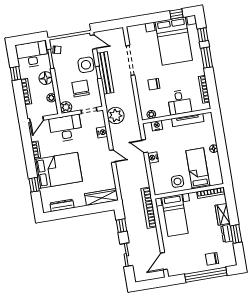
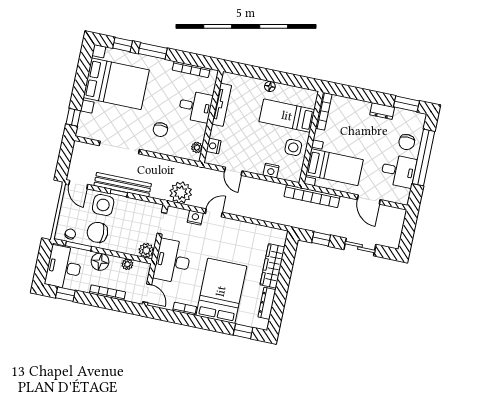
window: (176, 14) -> (73, 117), moved
door: (93, 42) -> (78, 185), swing flipped
window: (15, 73) -> (65, 294), moved
chair: (81, 89) -> (97, 232), moved
door: (145, 146) -> (233, 171), hinge flipped
door: (112, 156) -> (214, 213), moved
nightstand: (153, 158) -> (271, 171), moved
window: (34, 185) -> (243, 331), moved
wardrobe: (101, 197) -> (272, 266), moved
wardrobe: (223, 214) -> (356, 107), removed
window: (236, 234) -> (406, 104), moved
door: (164, 261) -> (369, 200), moved
desk: (190, 261) -> (398, 171), added

